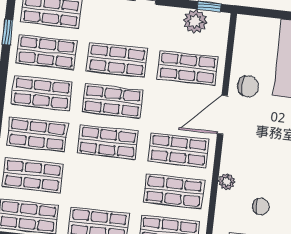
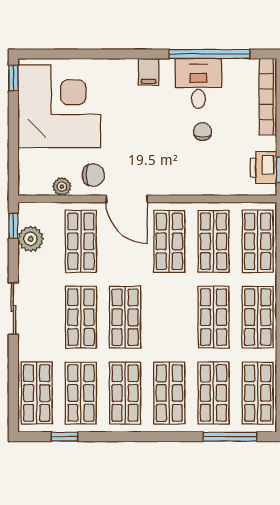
chair: (248, 86) -> (93, 175), turned 90
shop shelf: (108, 142) -> (213, 317), moved
plant: (227, 182) -> (62, 187), moved
chair: (261, 206) -> (203, 132), moved

